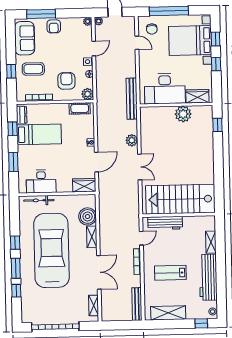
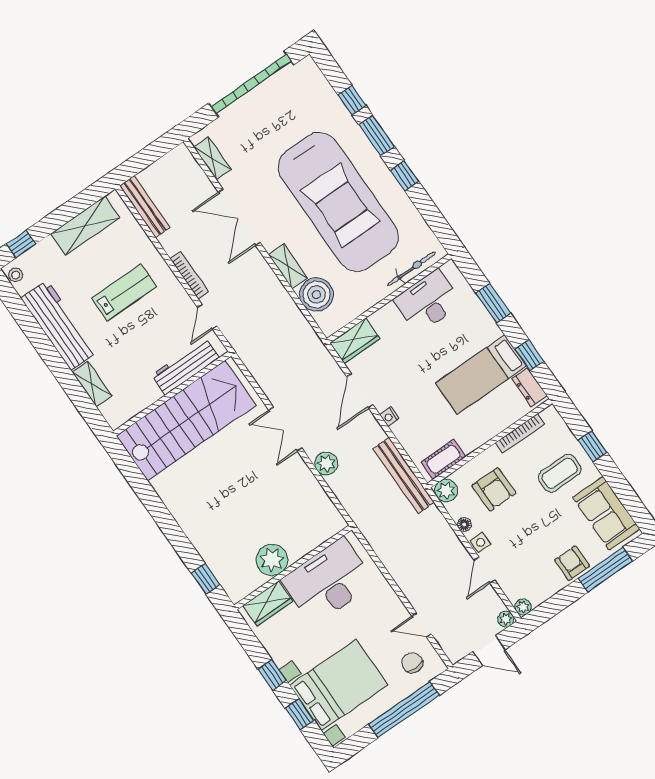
bench: (132, 99) -> (404, 476), moved

